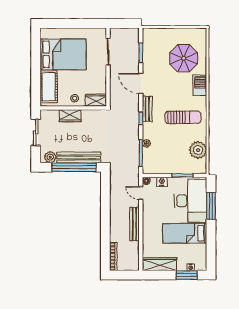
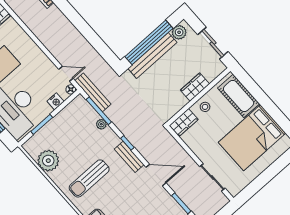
bench: (134, 224) -> (93, 92), moved

